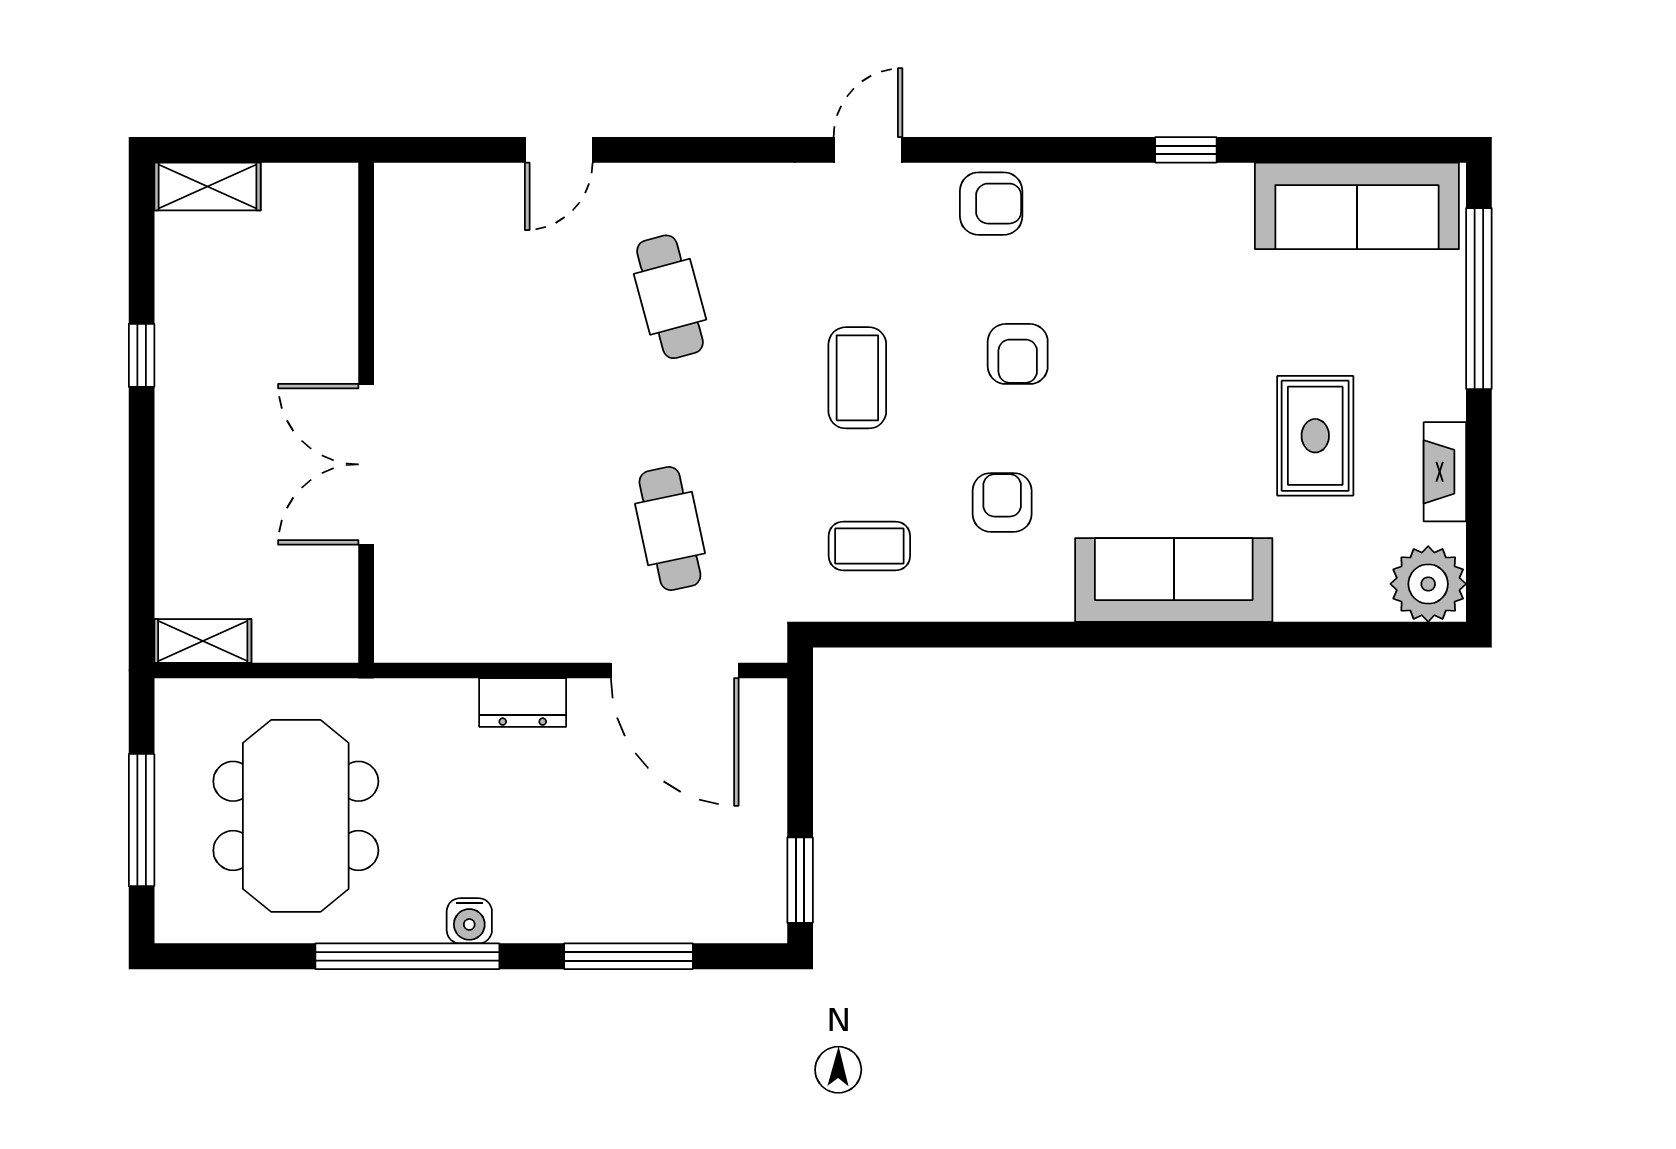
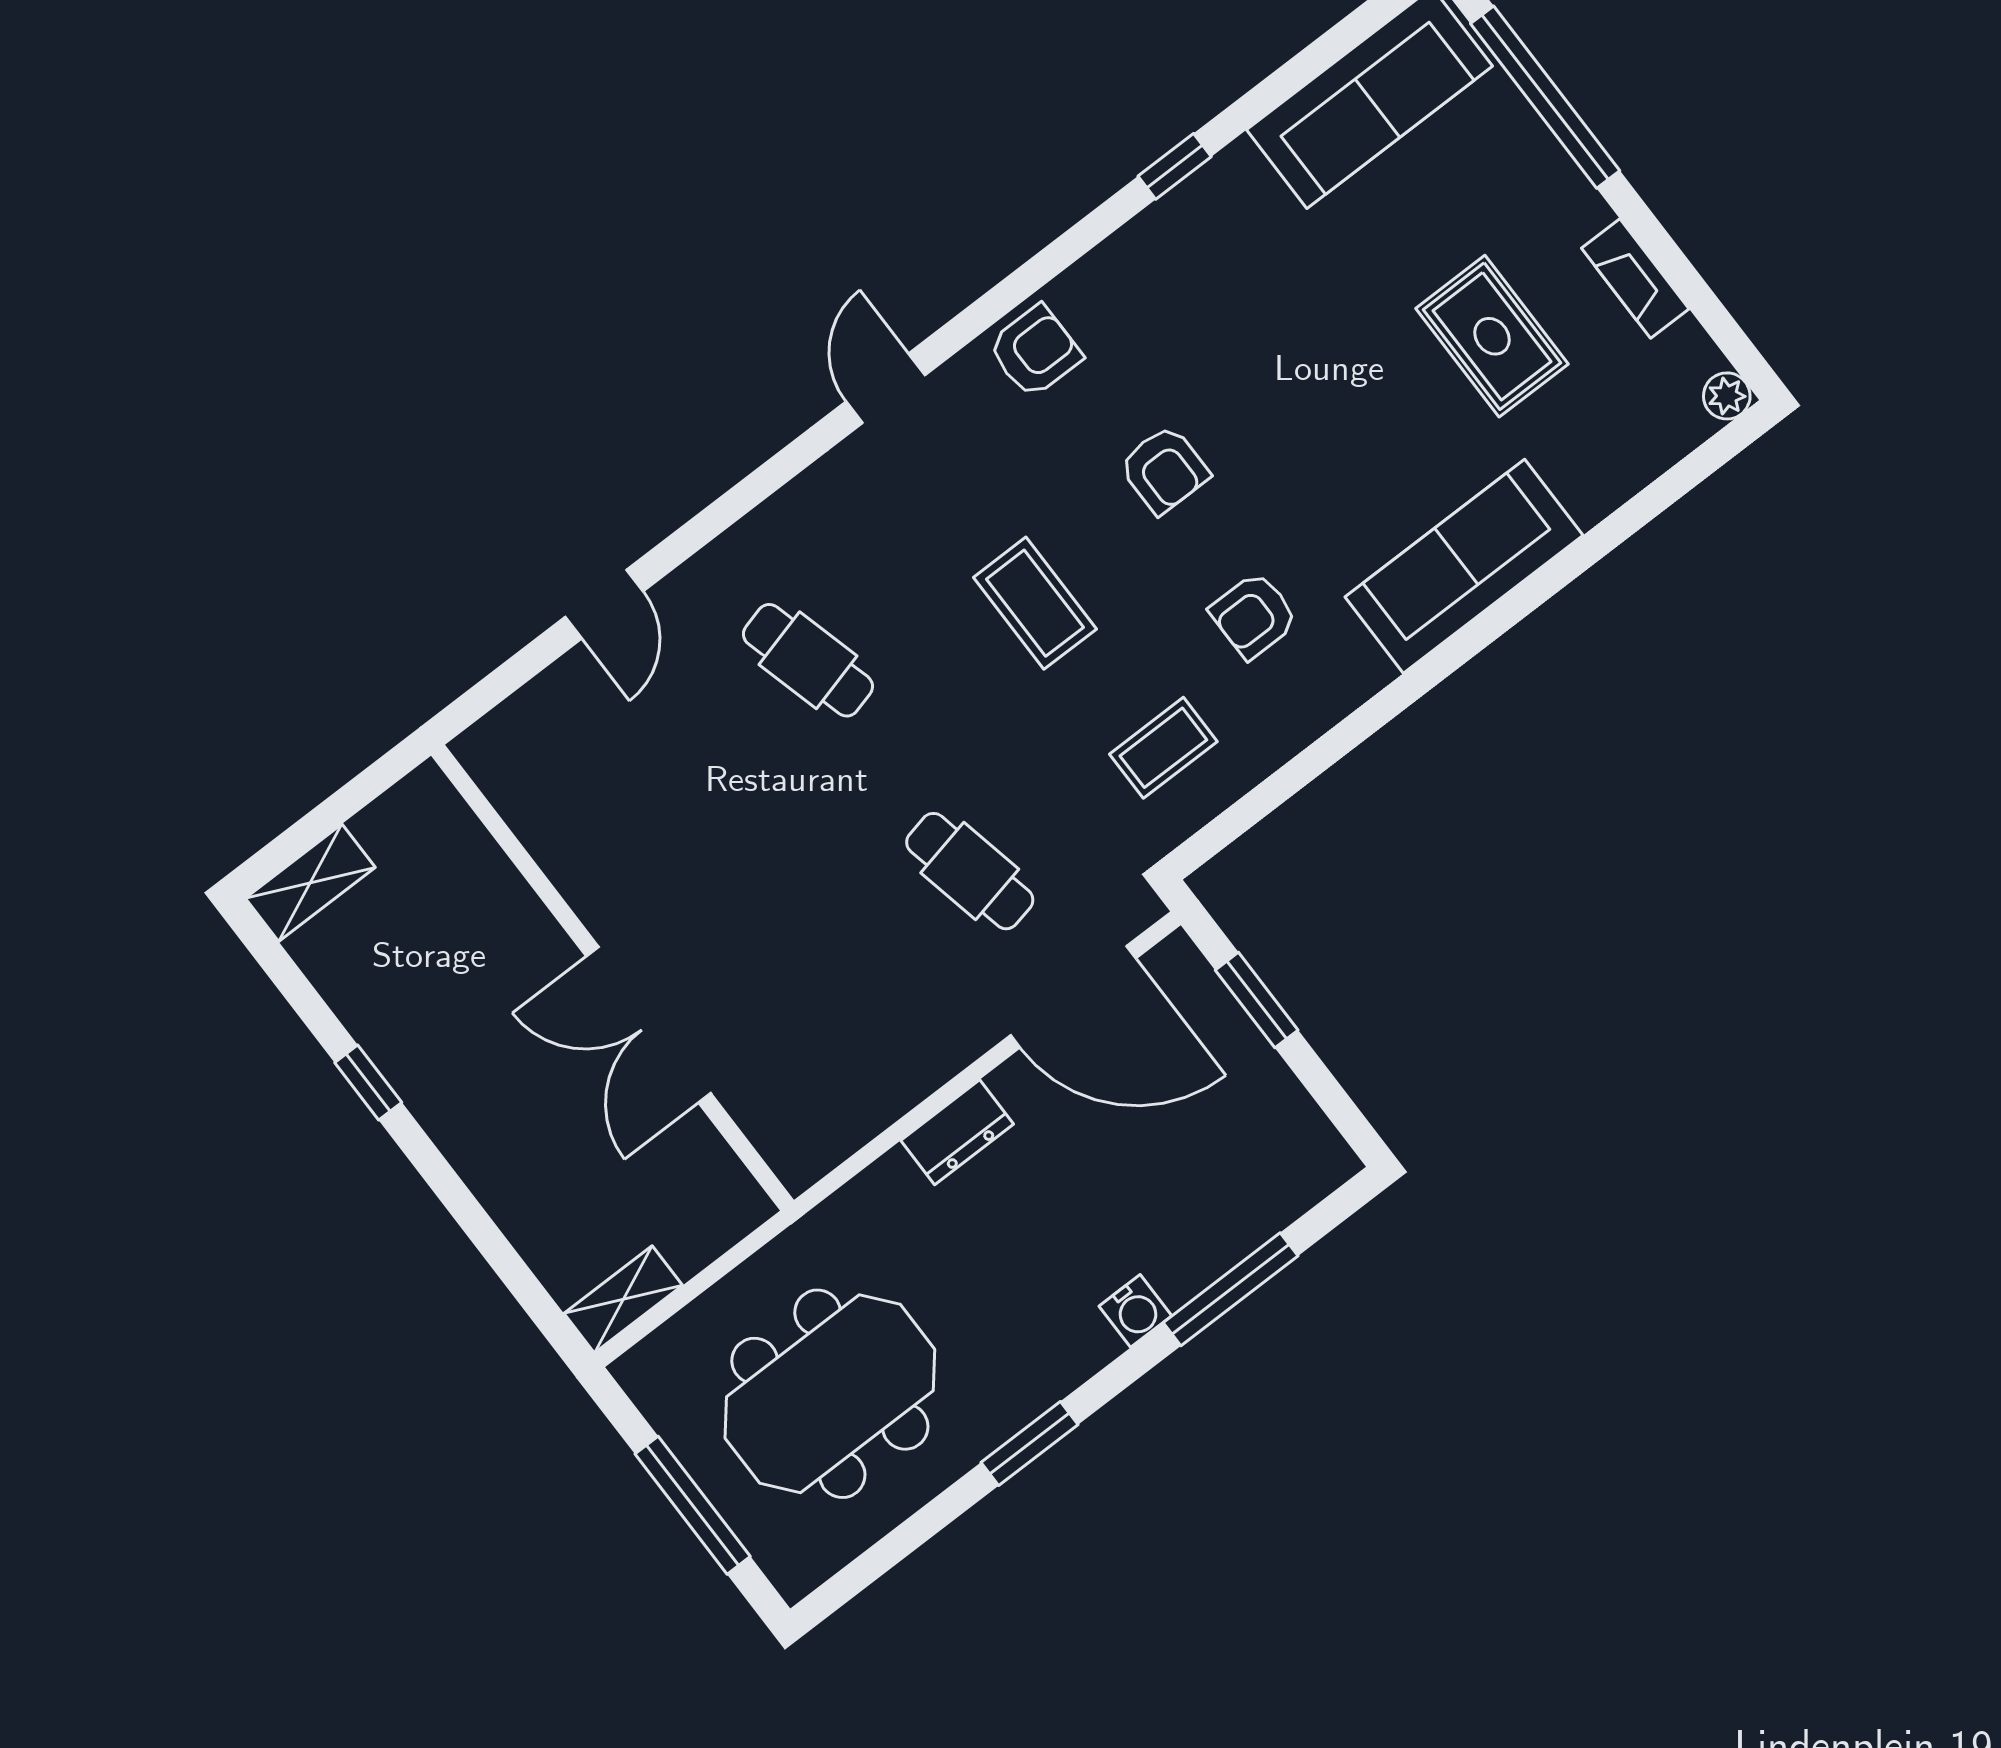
armchair: (1002, 502) -> (1254, 615), turned -90
plant: (1428, 584) -> (1727, 396), width x0.53, depth x0.53
meeting table: (296, 816) -> (830, 1394), turned 90
window: (800, 880) -> (1257, 1000), moved
water cooler: (469, 921) -> (1135, 1311), moved
window: (407, 956) -> (1029, 1444), width x0.47

